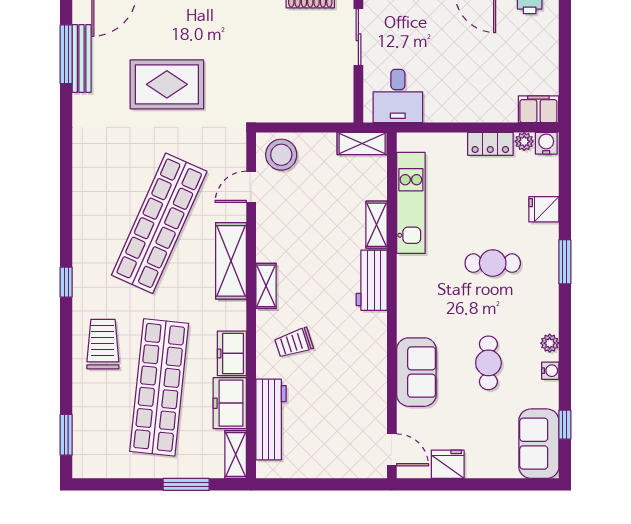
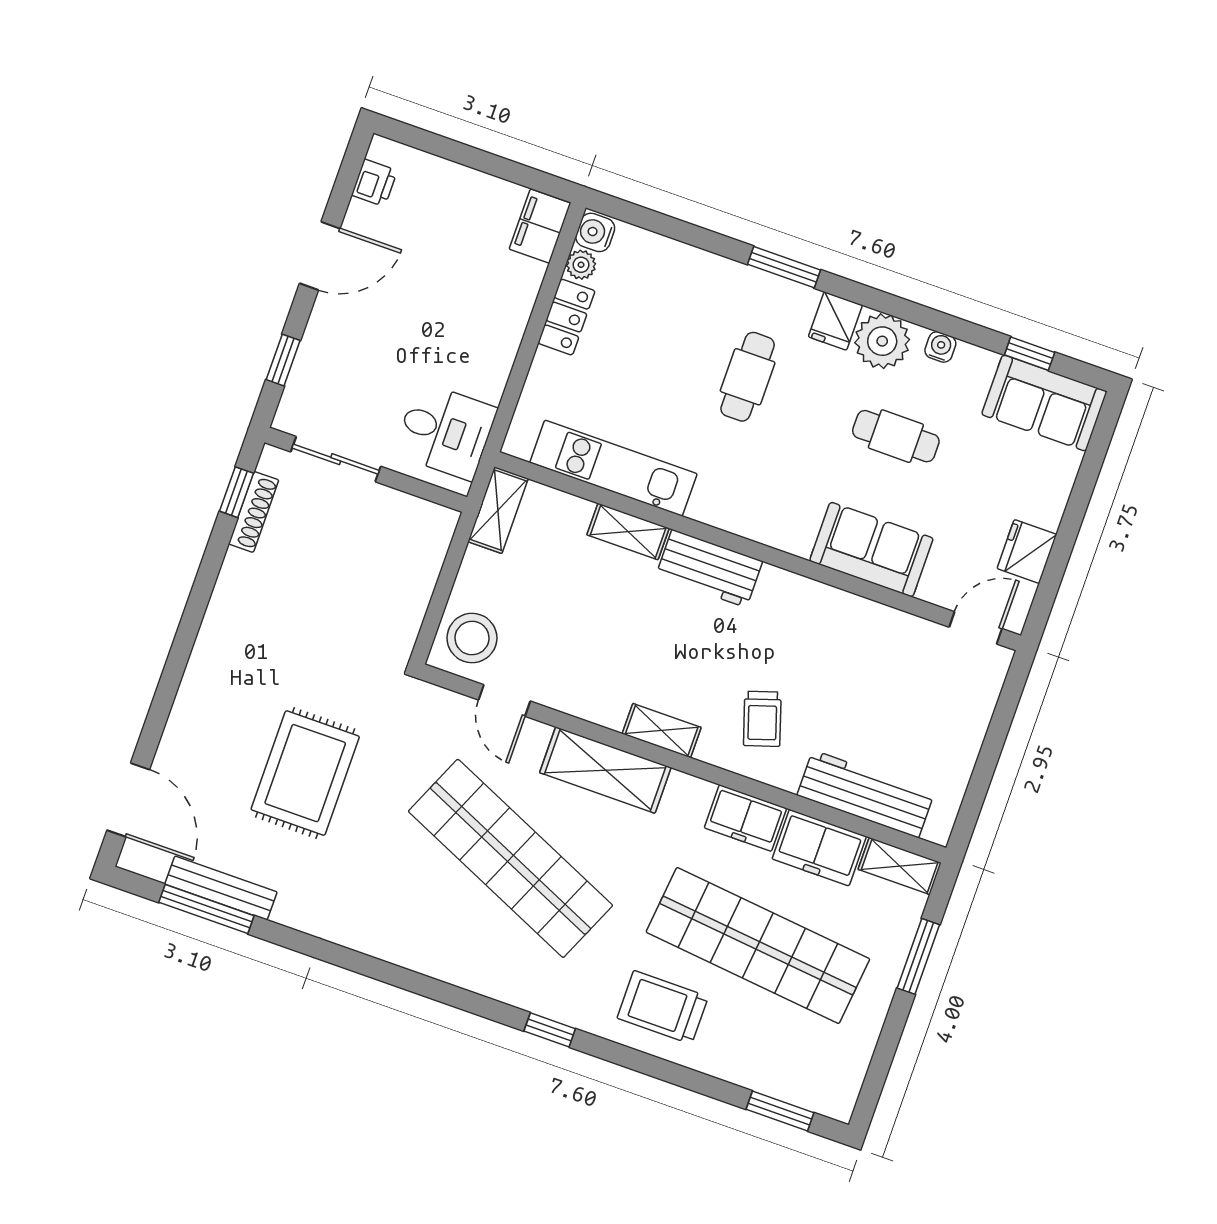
fridge: (544, 209) -> (835, 321), moved
plant: (550, 343) -> (882, 341), width x1.87, depth x1.87

